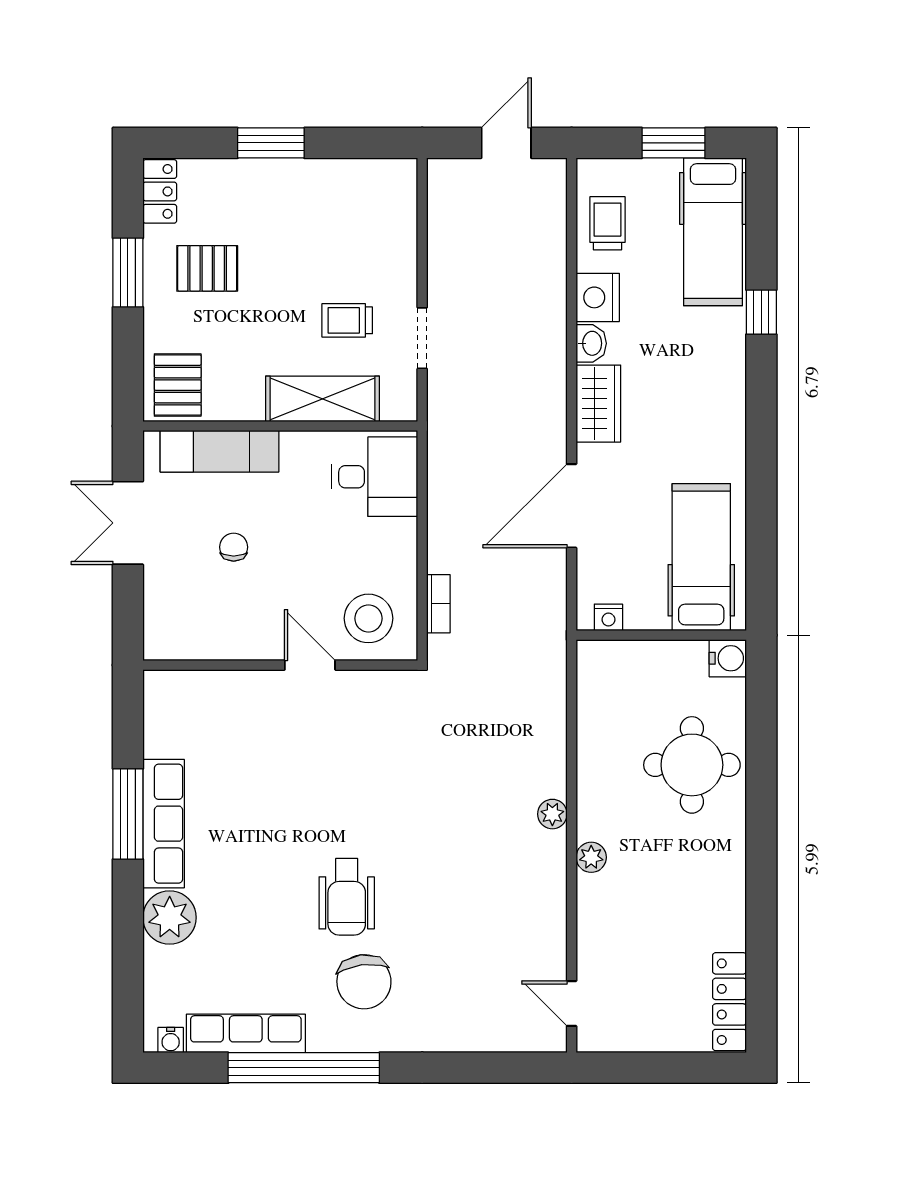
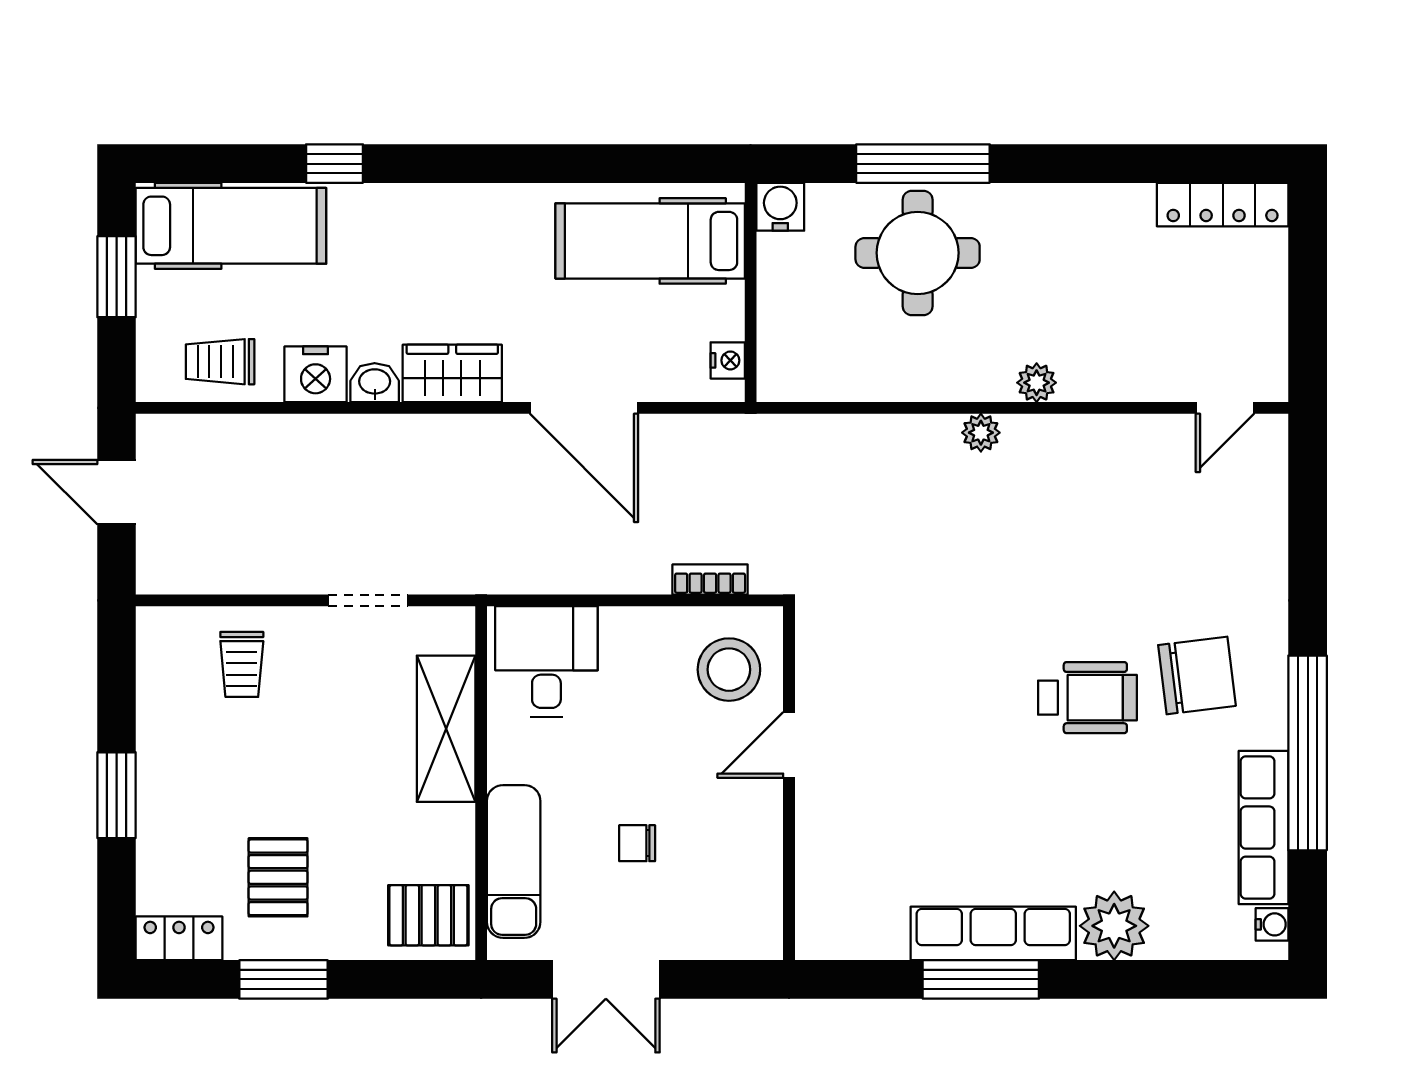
trolley: (347, 320) -> (242, 664), moved
window: (761, 769) -> (923, 164), added

